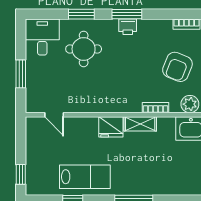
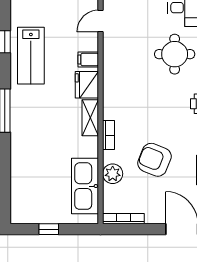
filing cabinet: (88, 126) -> (88, 59), added

